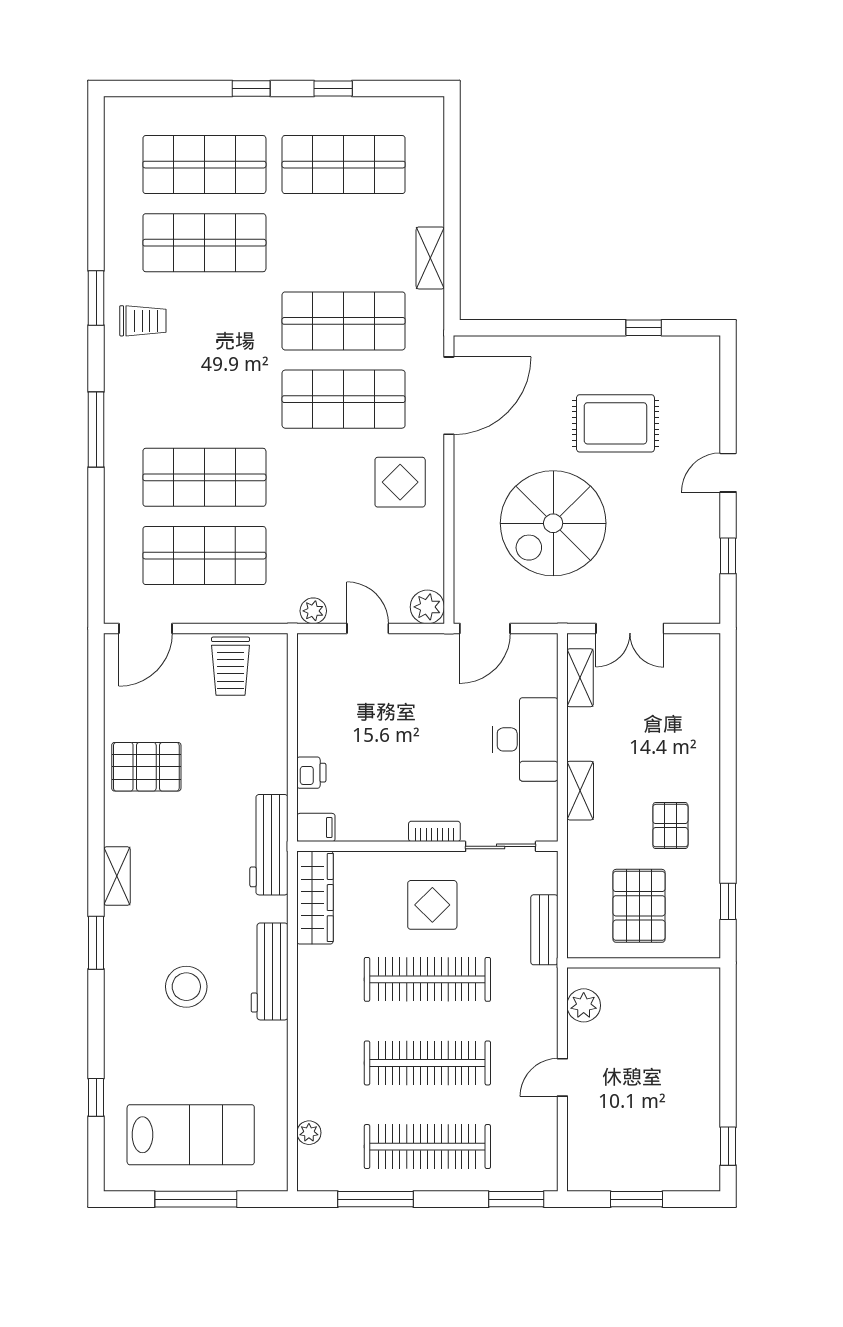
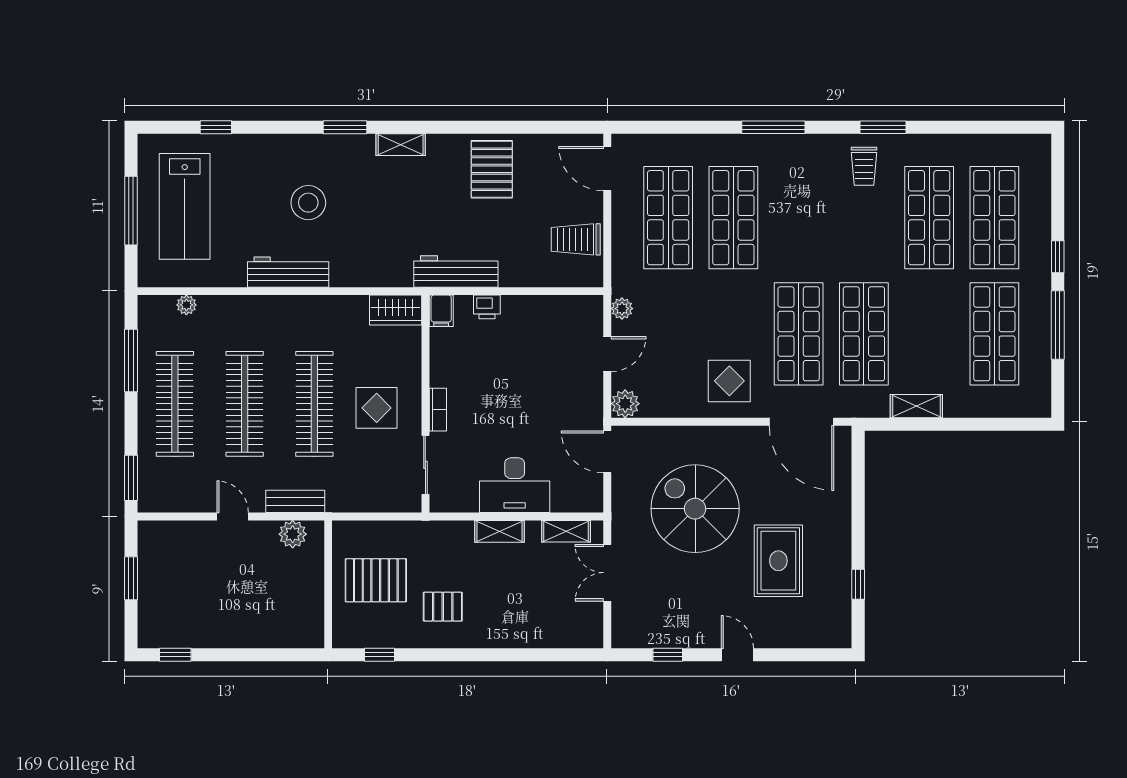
window: (333, 88) -> (1058, 325), width x2.17
shelving: (580, 791) -> (499, 531), moved
workbench: (269, 845) -> (456, 271), moved
wardrobe: (315, 898) -> (396, 310), width x0.67
bench: (544, 930) -> (295, 501), moved
workbench: (270, 971) -> (288, 272), moved

